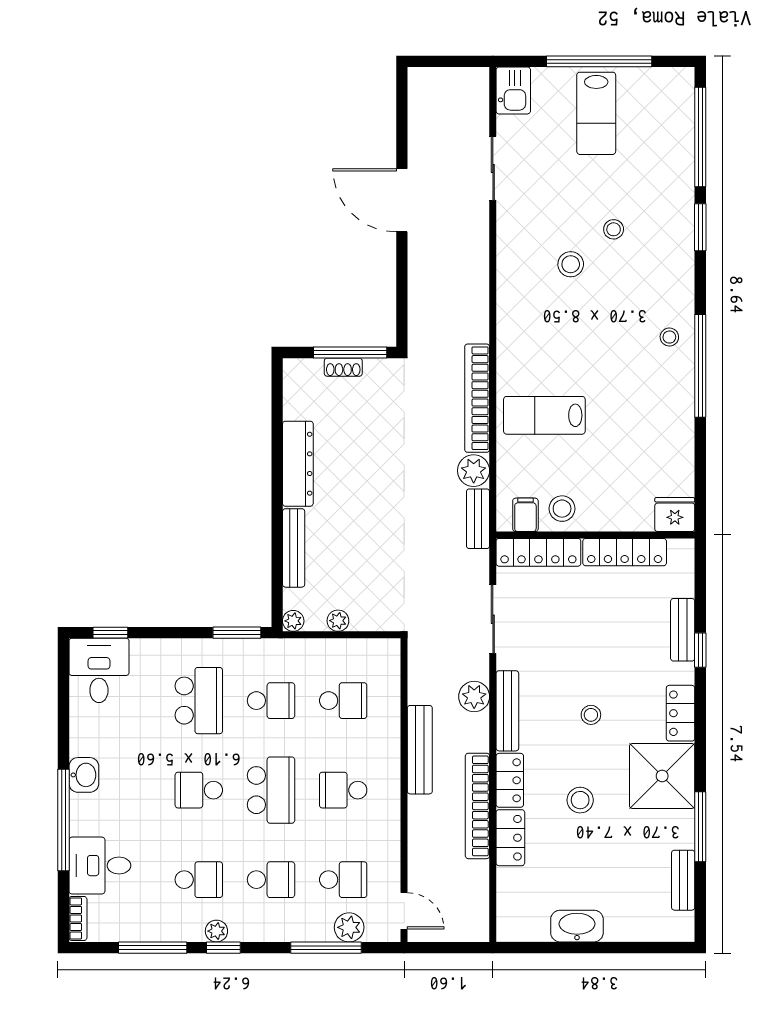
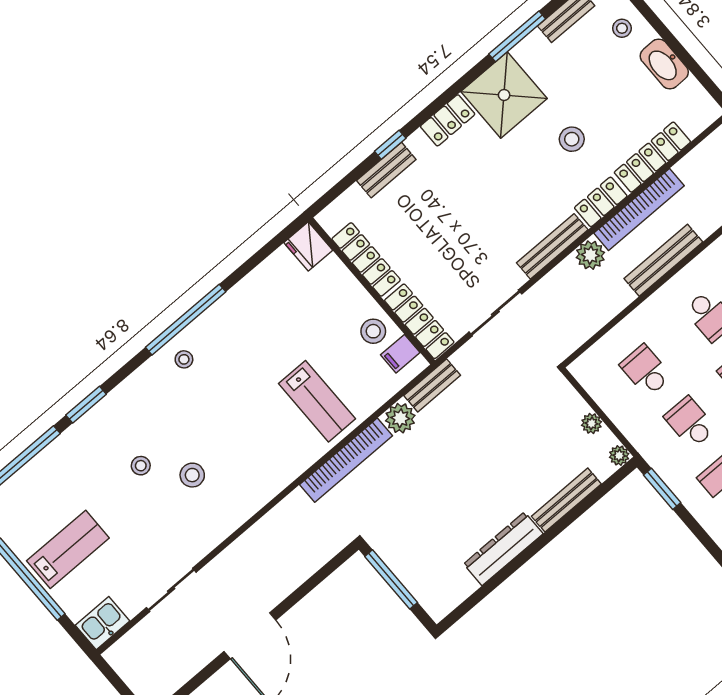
shoe rack: (343, 367) -> (406, 575), removed
plant: (474, 697) -> (590, 255), moved
stool: (591, 715) -> (622, 28), moved
bench: (420, 750) -> (663, 260), moved
locker: (510, 838) -> (652, 157), width x1.53

